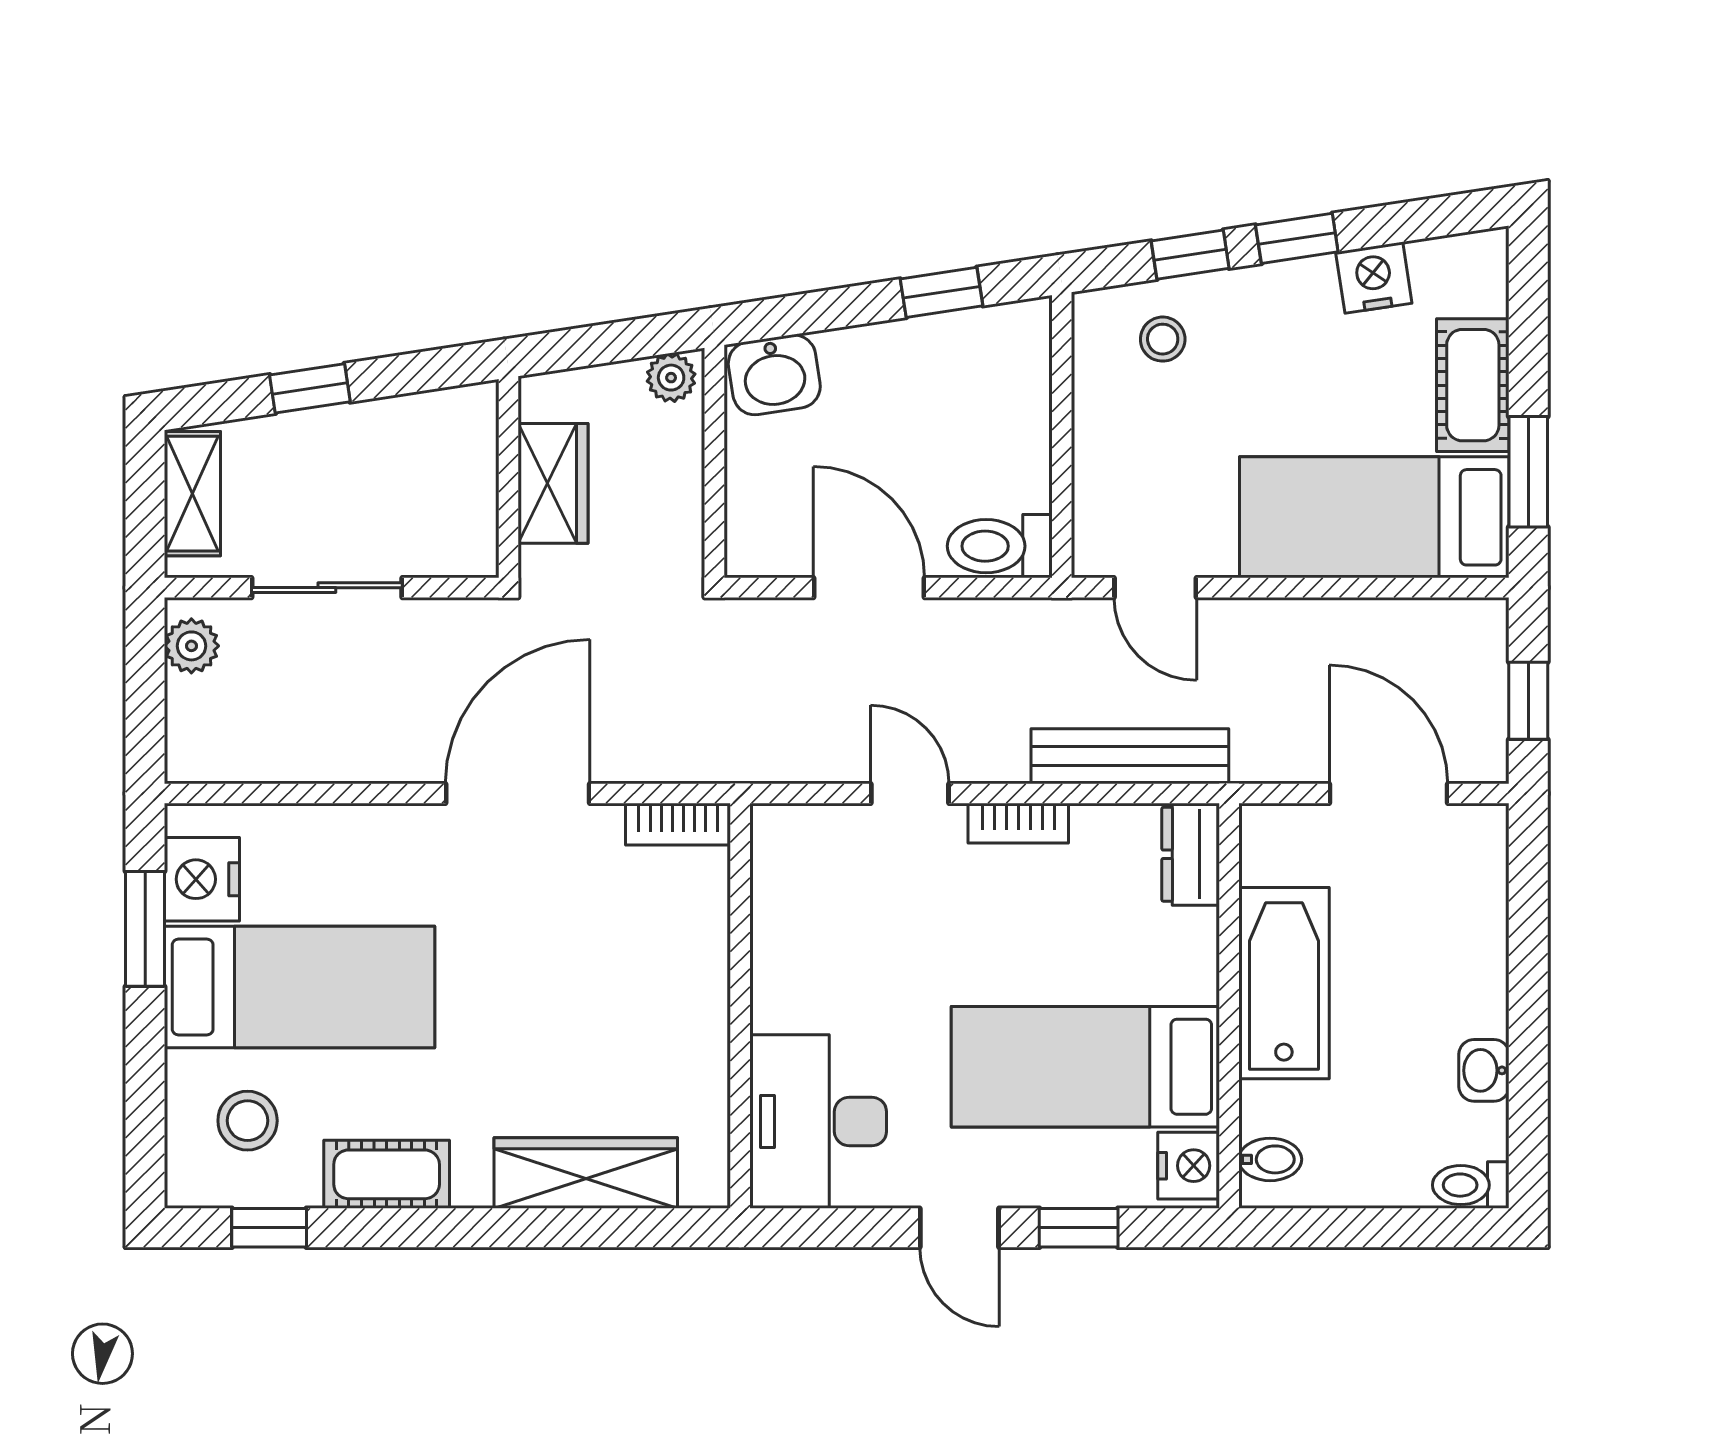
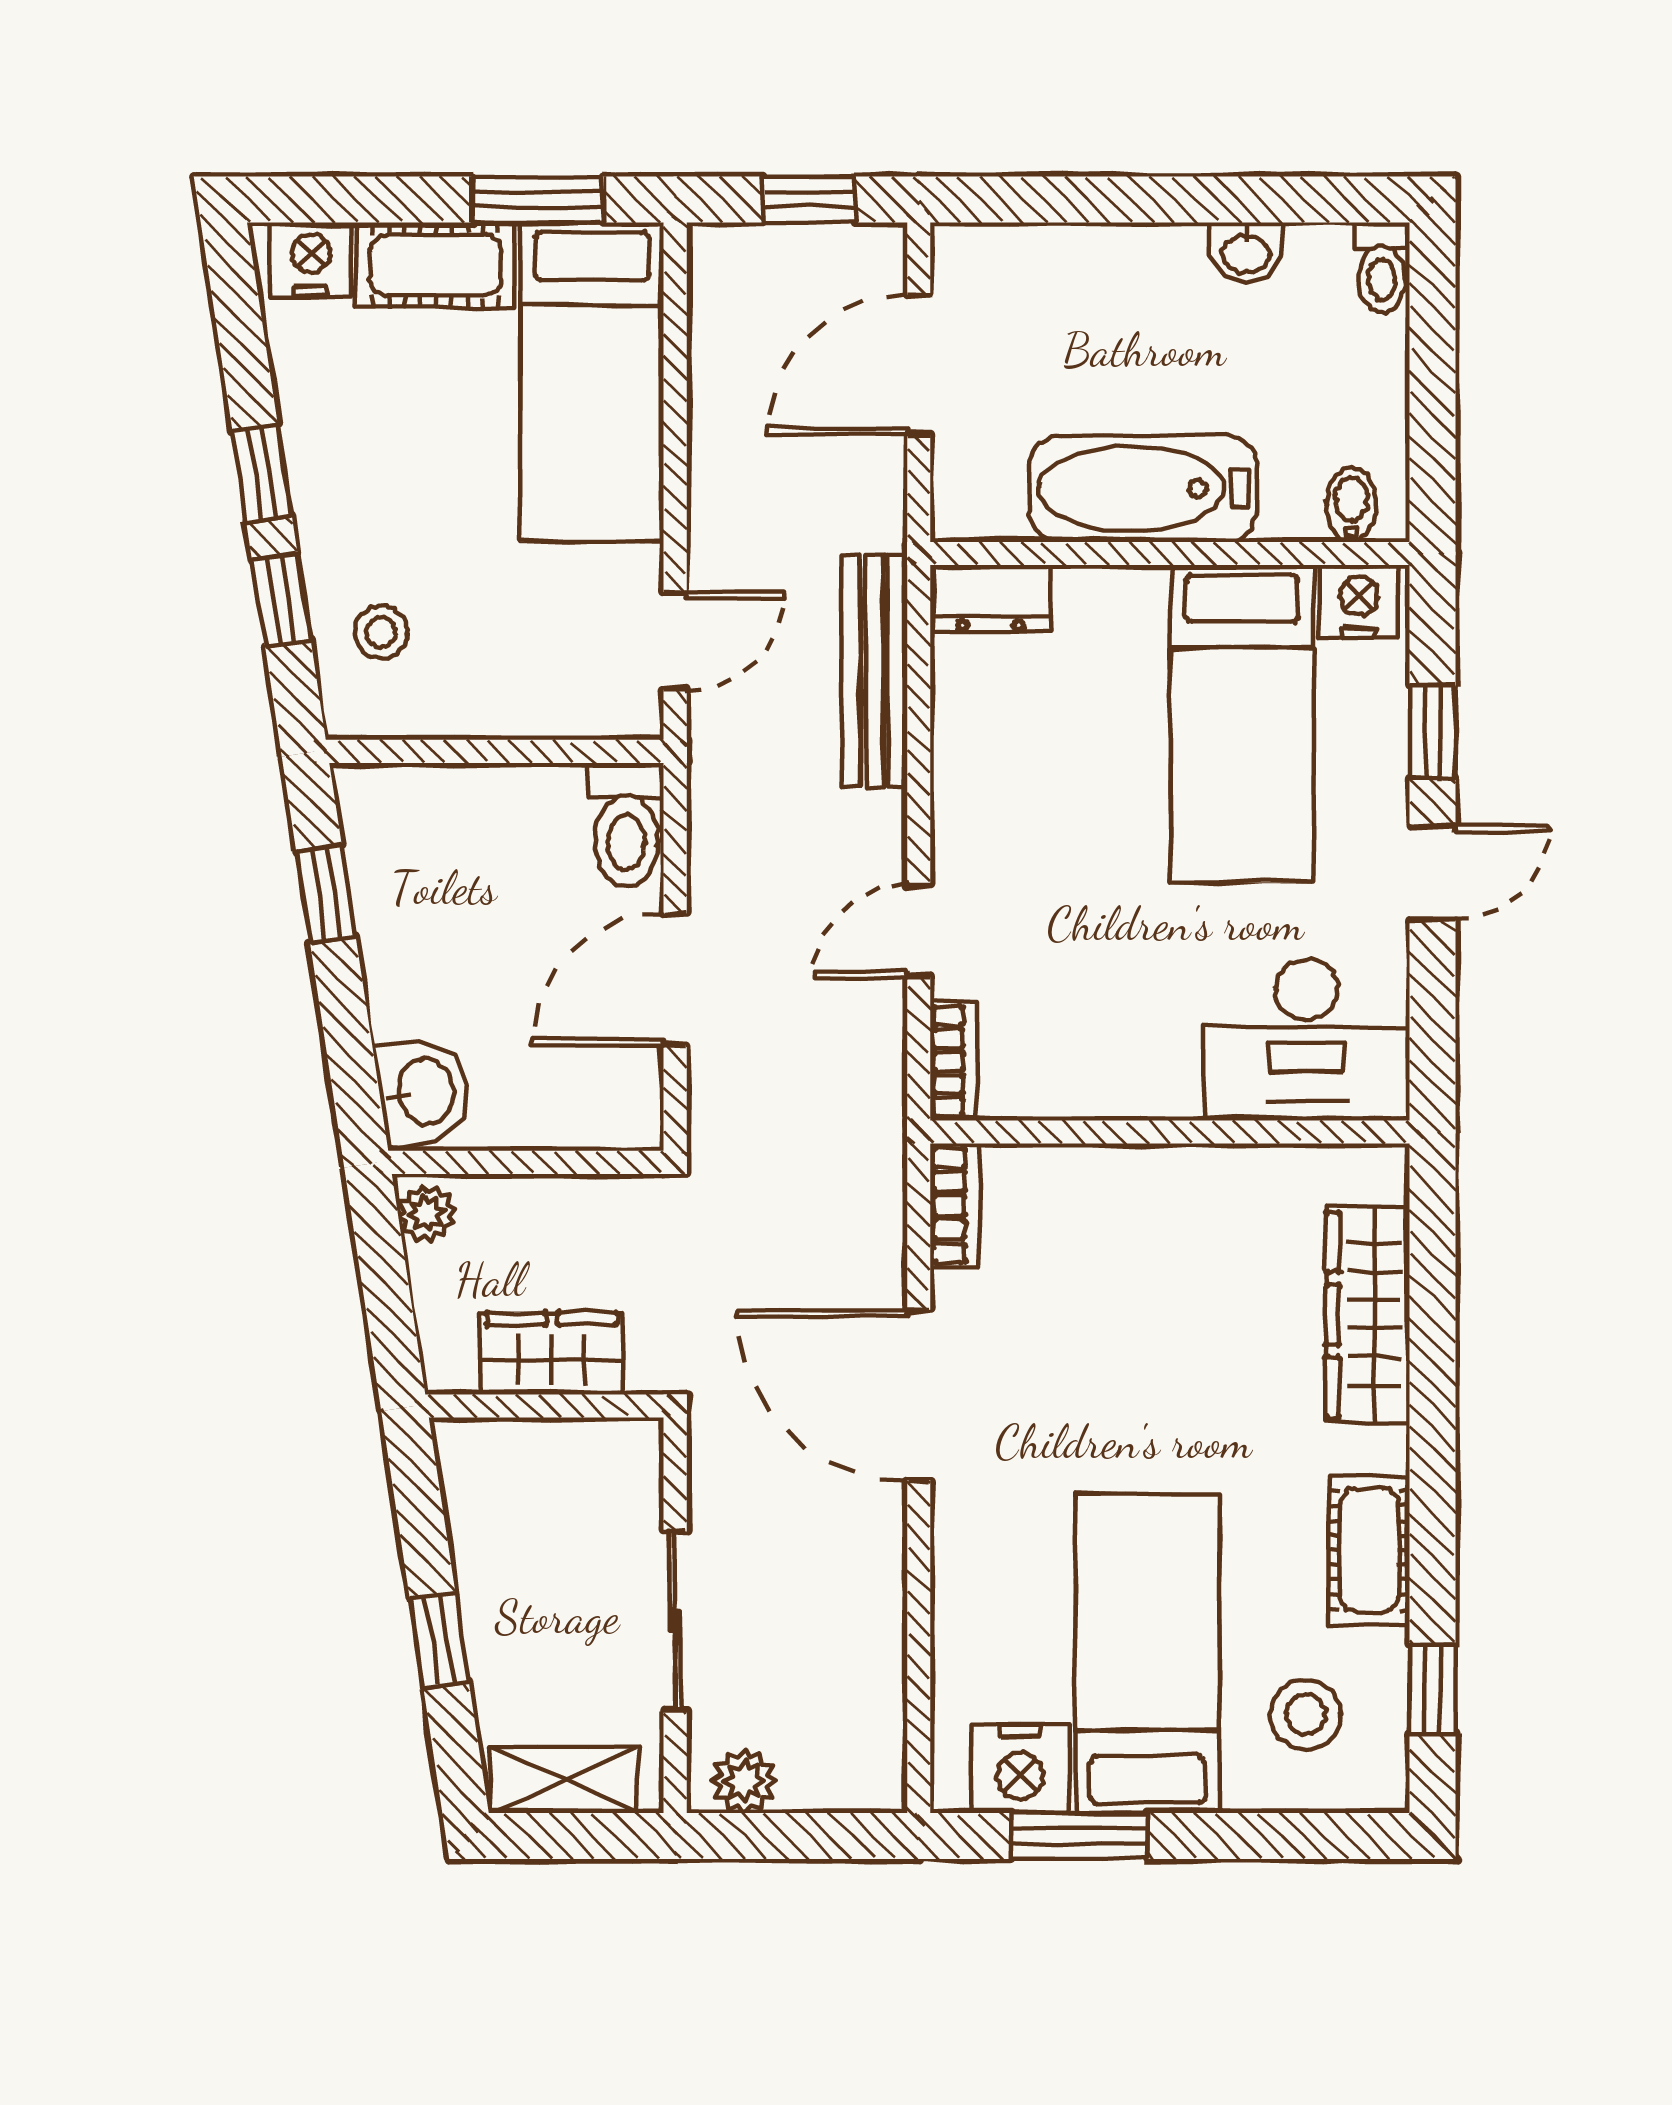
nightstand: (1374, 278) -> (311, 259), moved, turned 99
bookcase: (1018, 823) -> (954, 1061), moved

